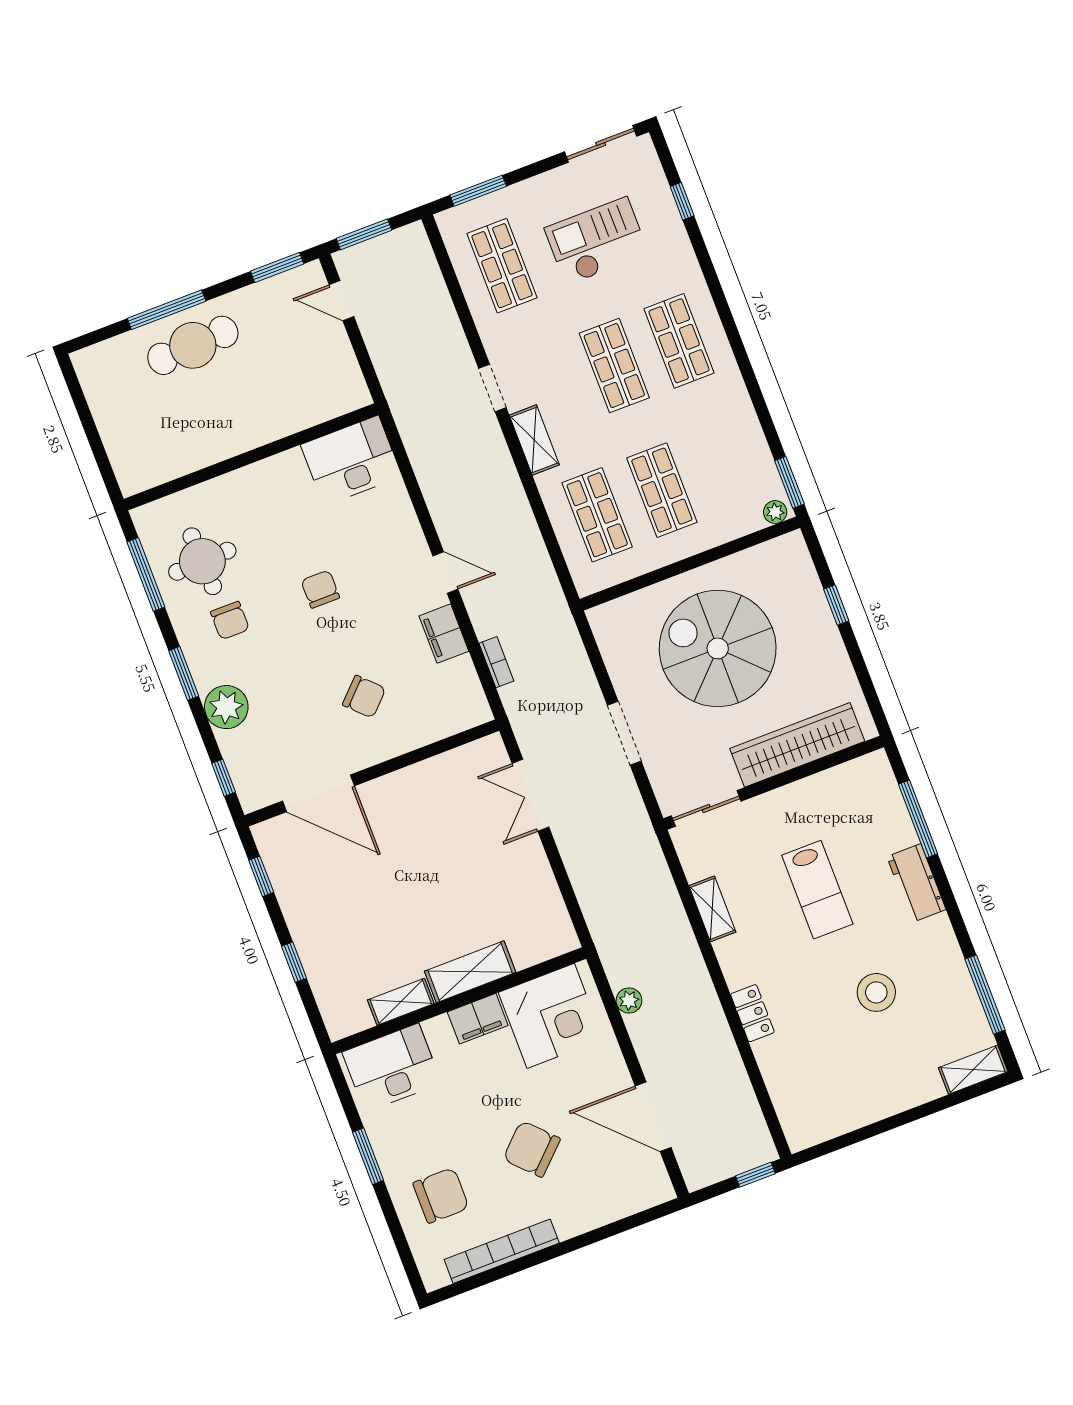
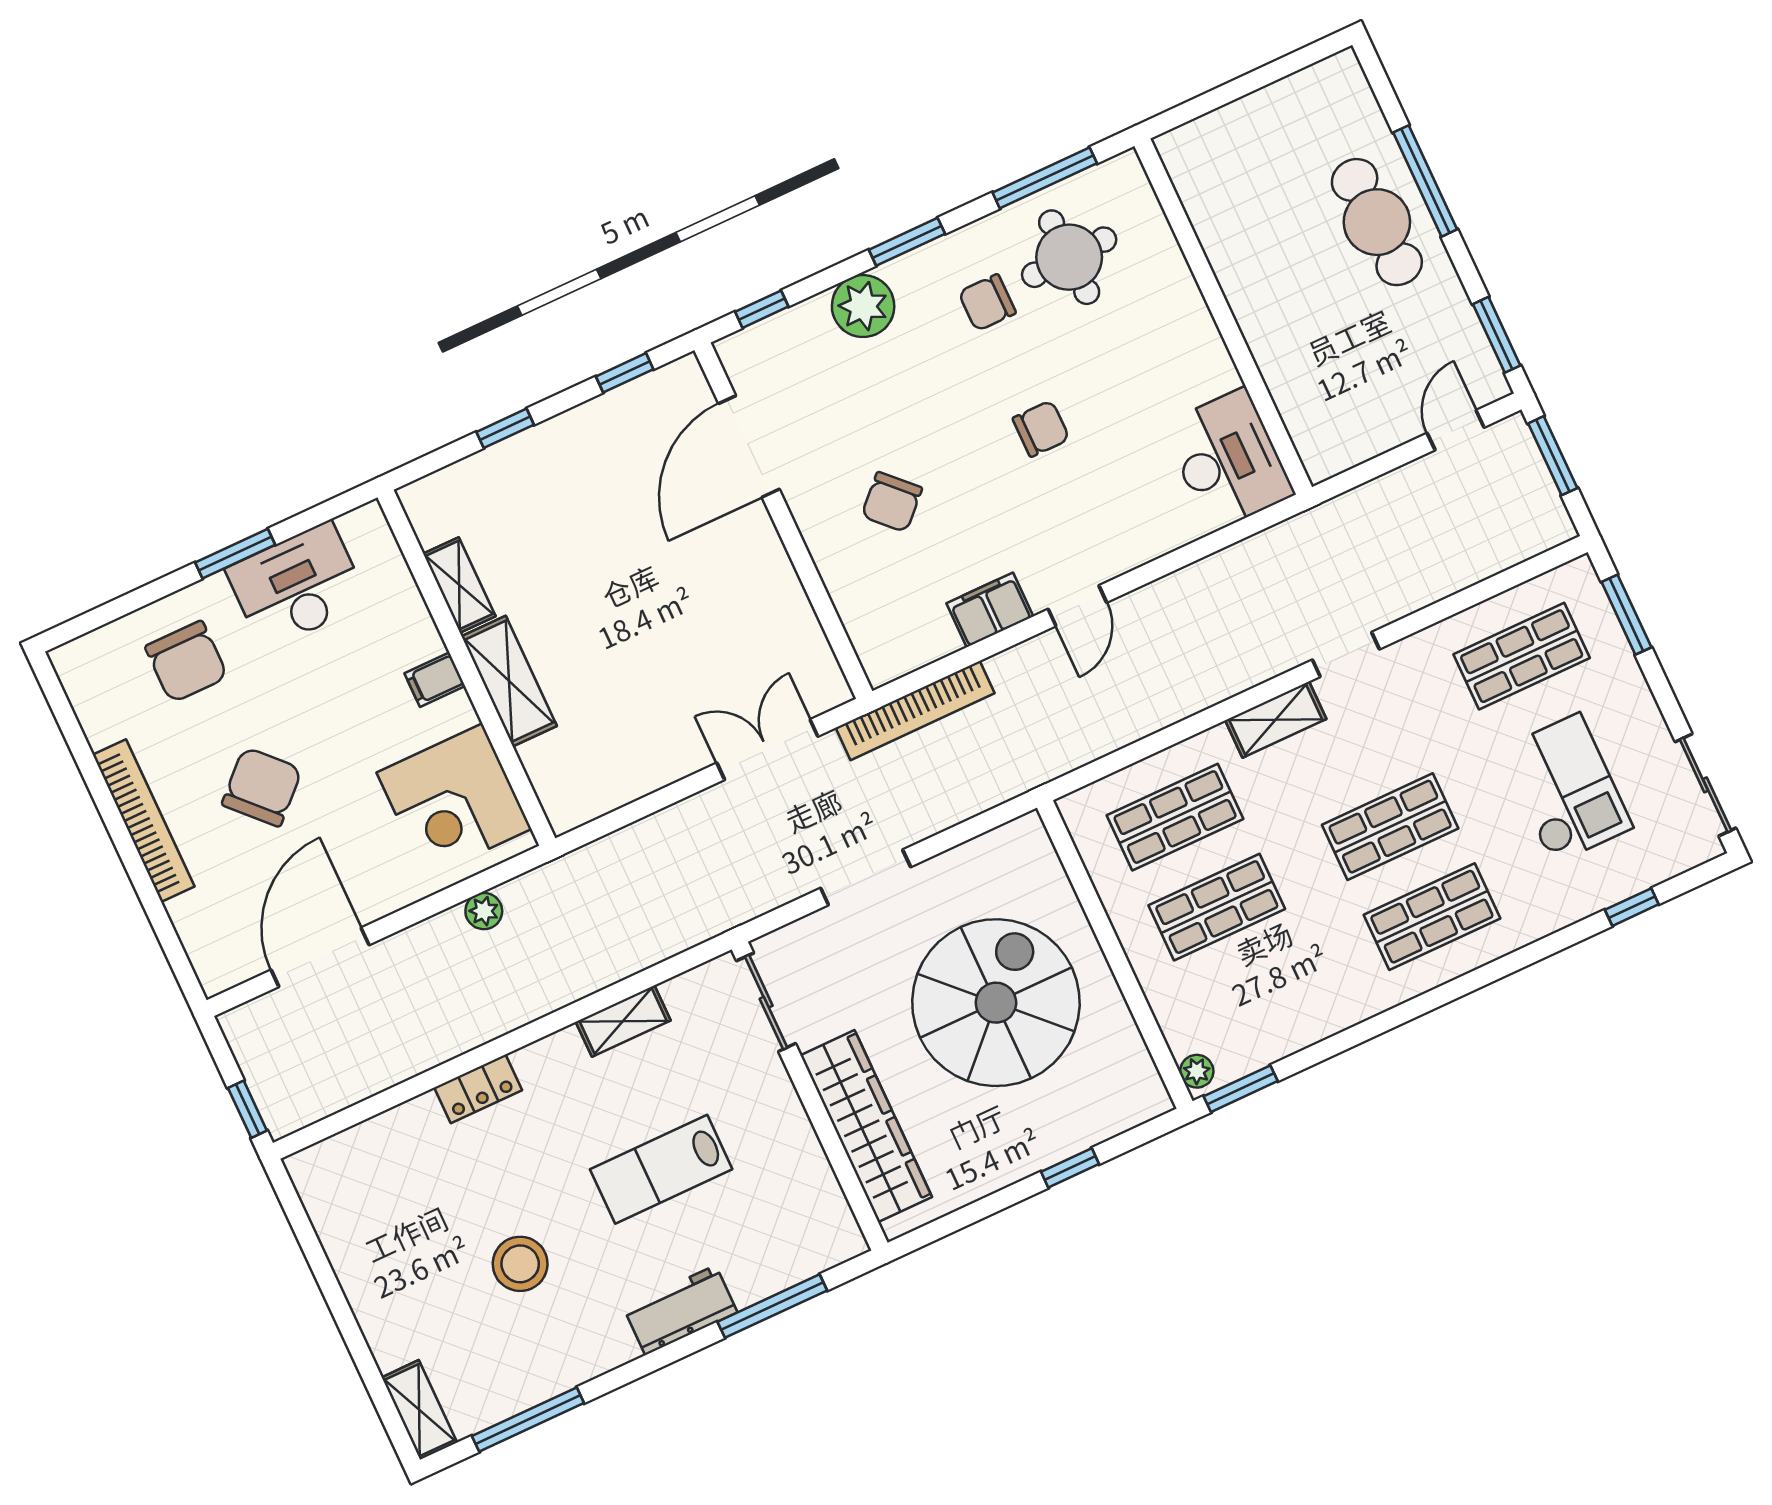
bookcase: (496, 662) -> (915, 711), width x2.31, depth x1.31
filing cabinet: (478, 1019) -> (435, 680), width x0.50
desk: (392, 1068) -> (297, 586), moved, turned -90
bookcase: (502, 1251) -> (144, 821), moved

